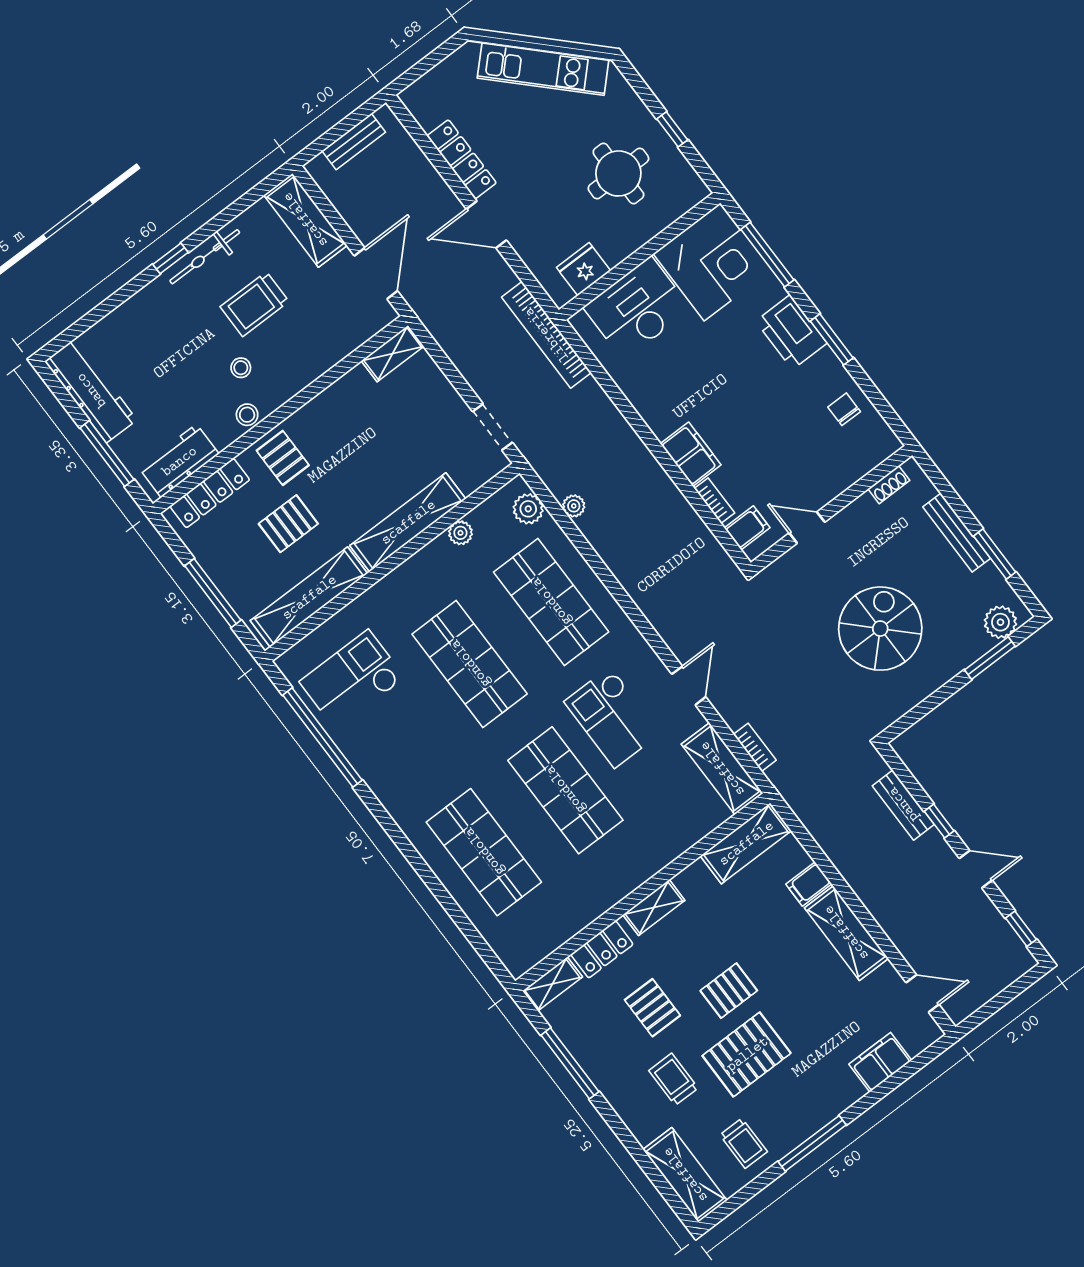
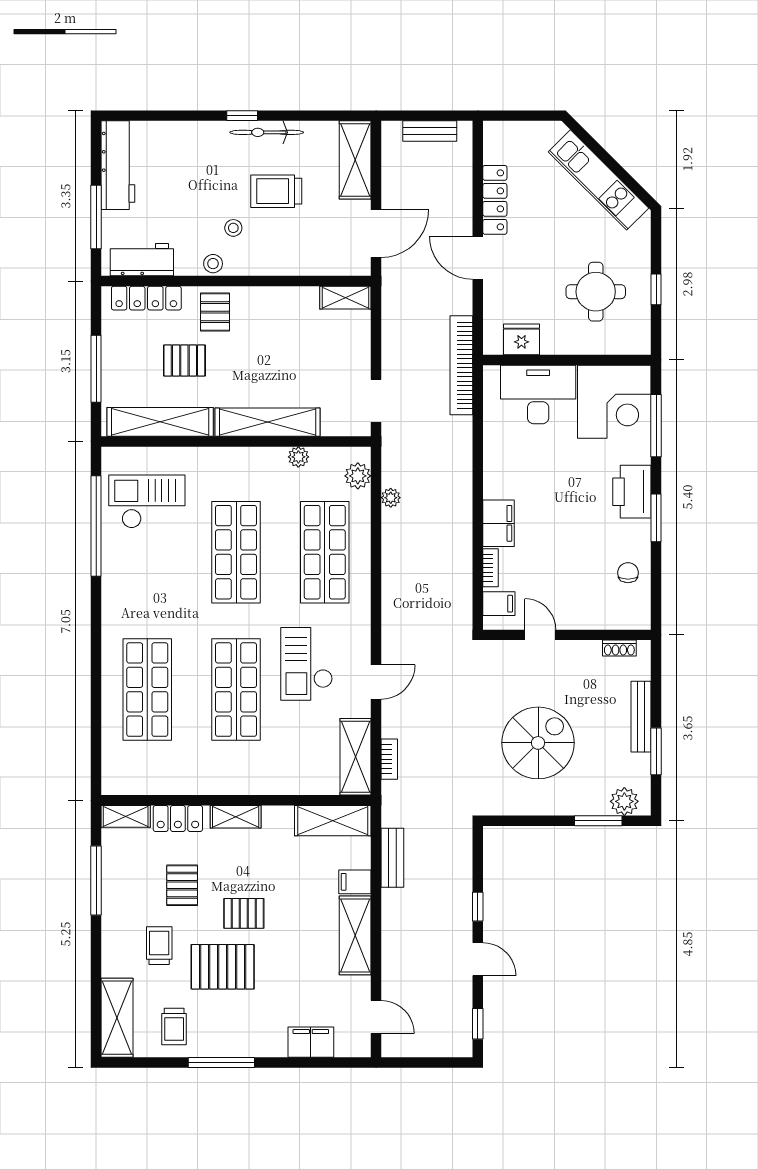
bench: (903, 805) -> (392, 858), moved

